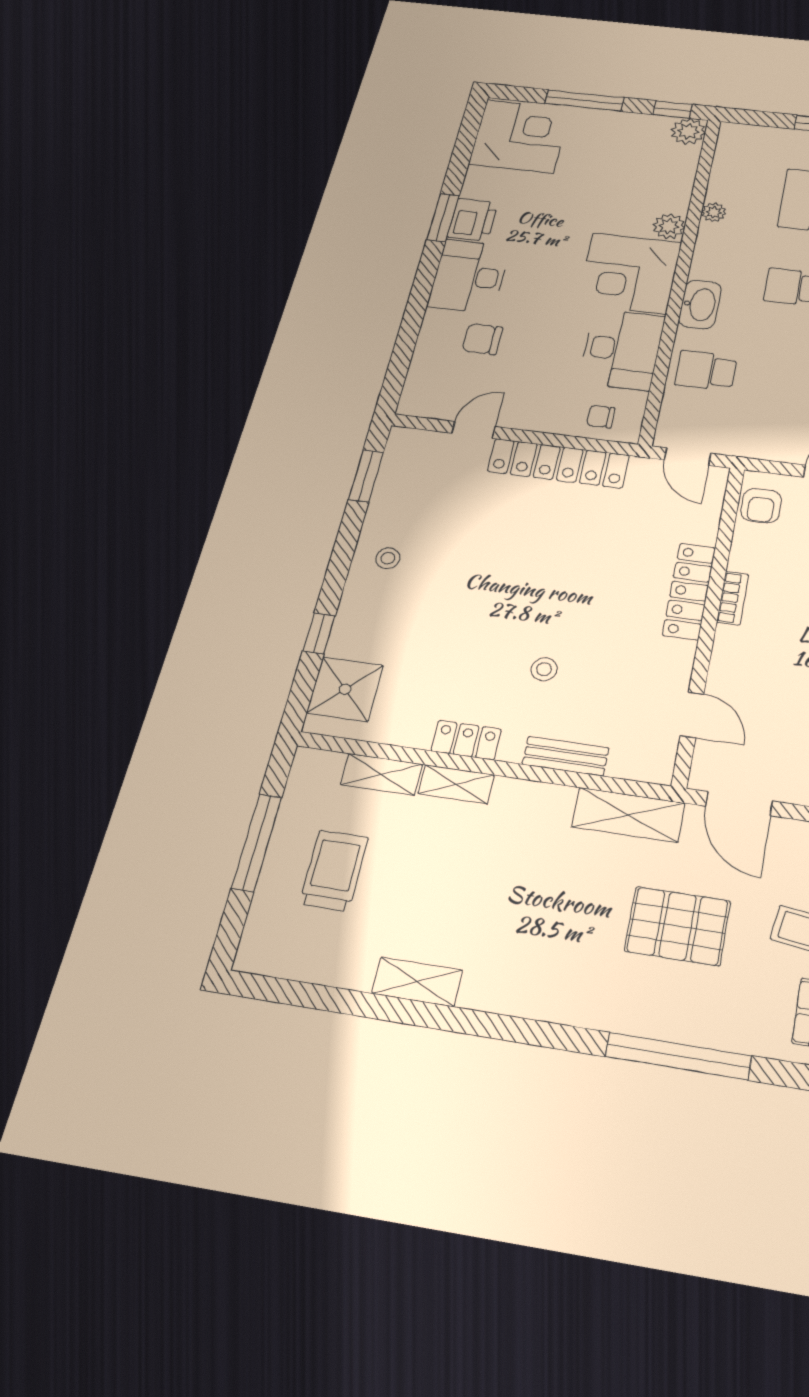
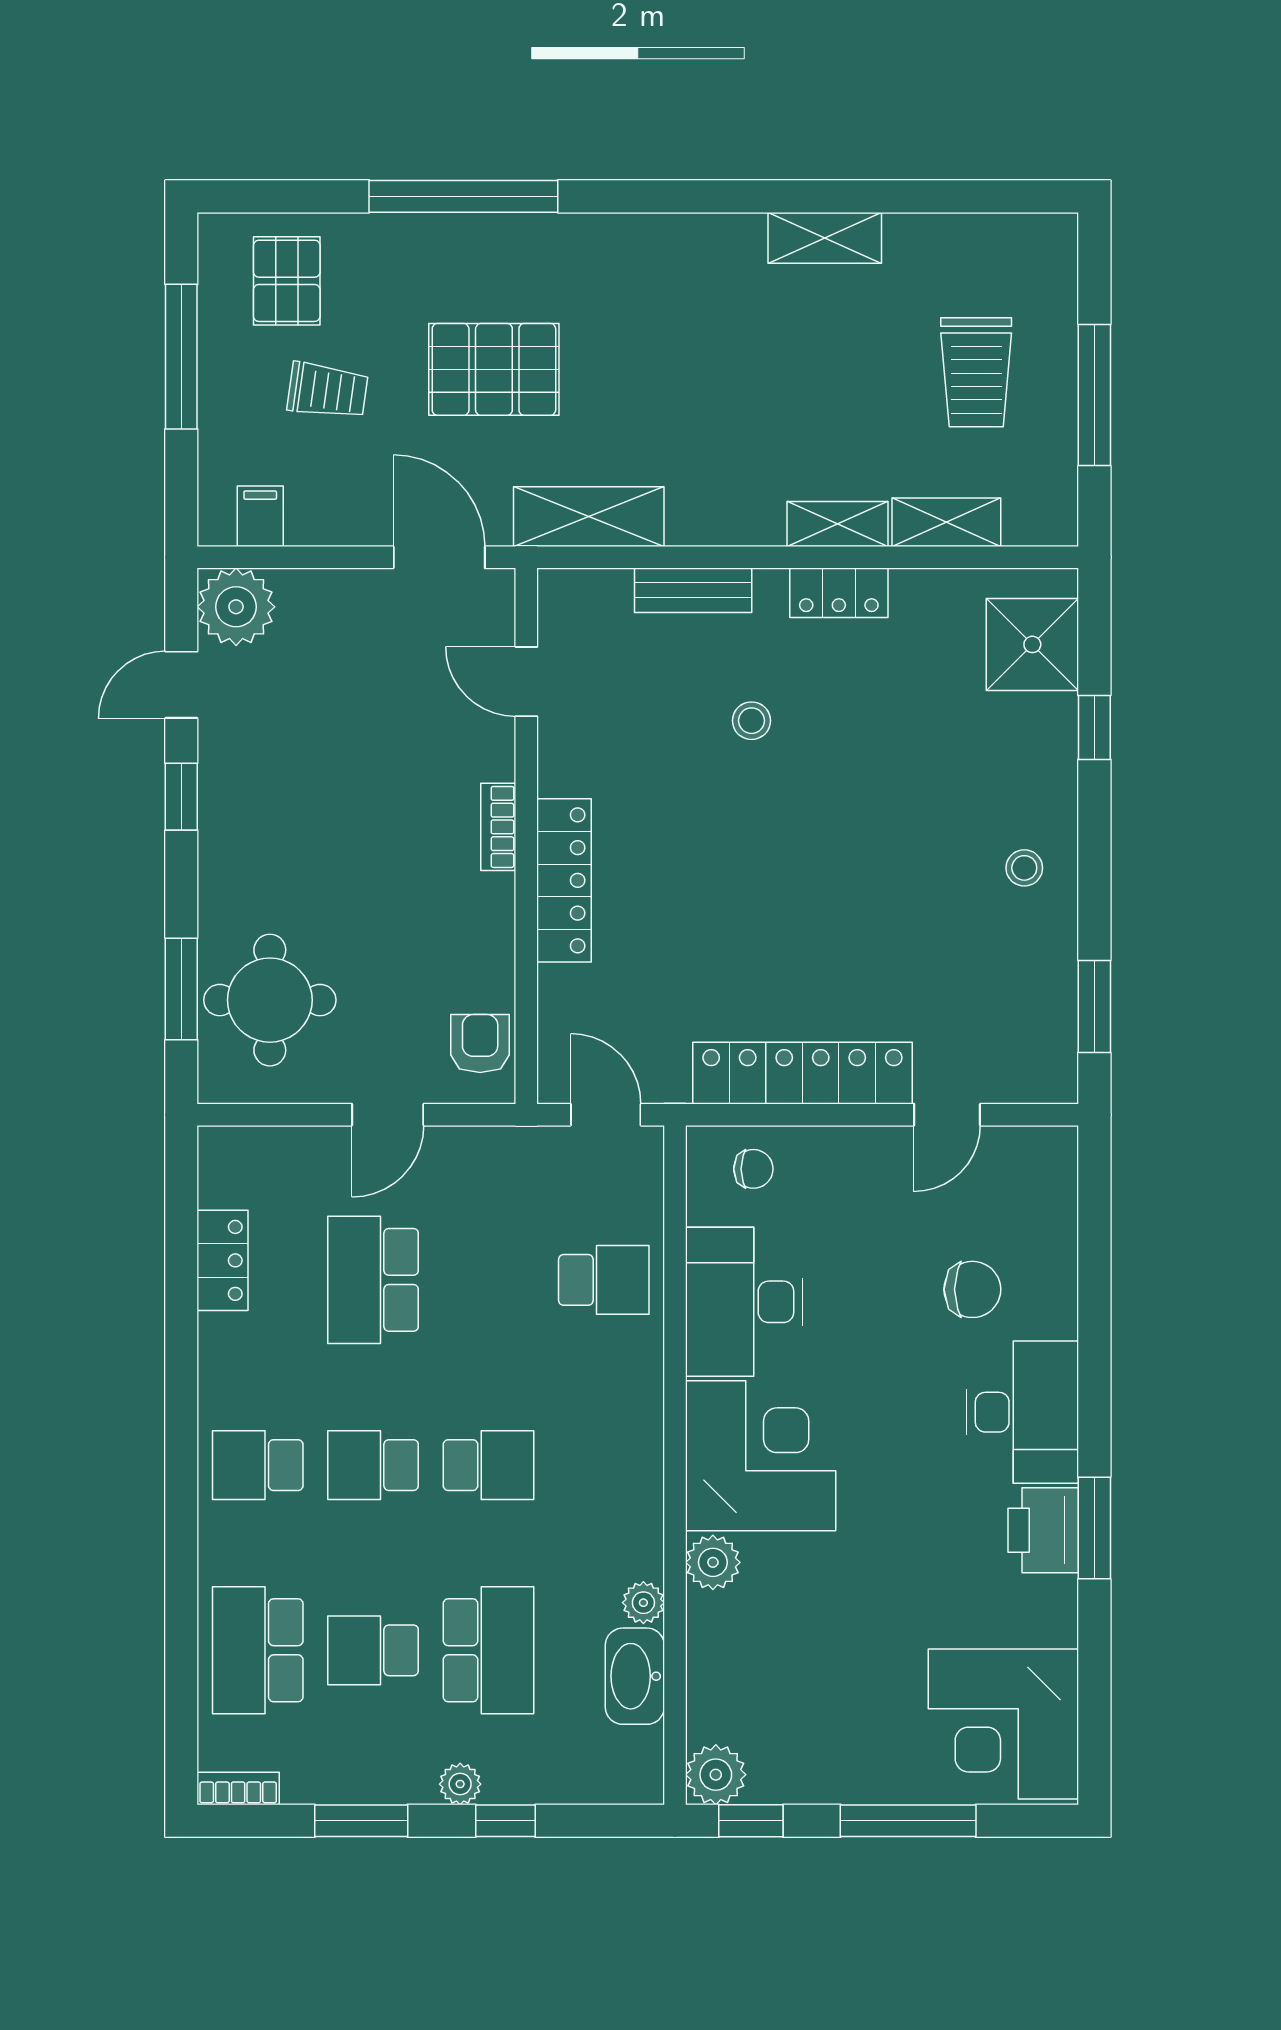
washbasin: (700, 304) -> (635, 1676), moved
bookcase: (733, 598) -> (498, 827), moved

